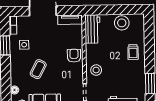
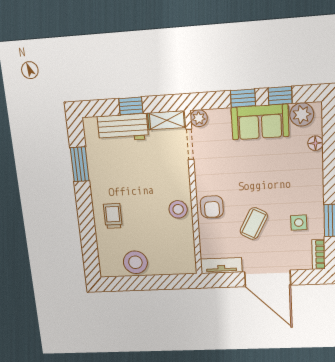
workbench: (92, 29) -> (183, 252), removed
coffee table: (38, 69) -> (254, 224), moved
stool: (96, 70) -> (178, 209), moved

